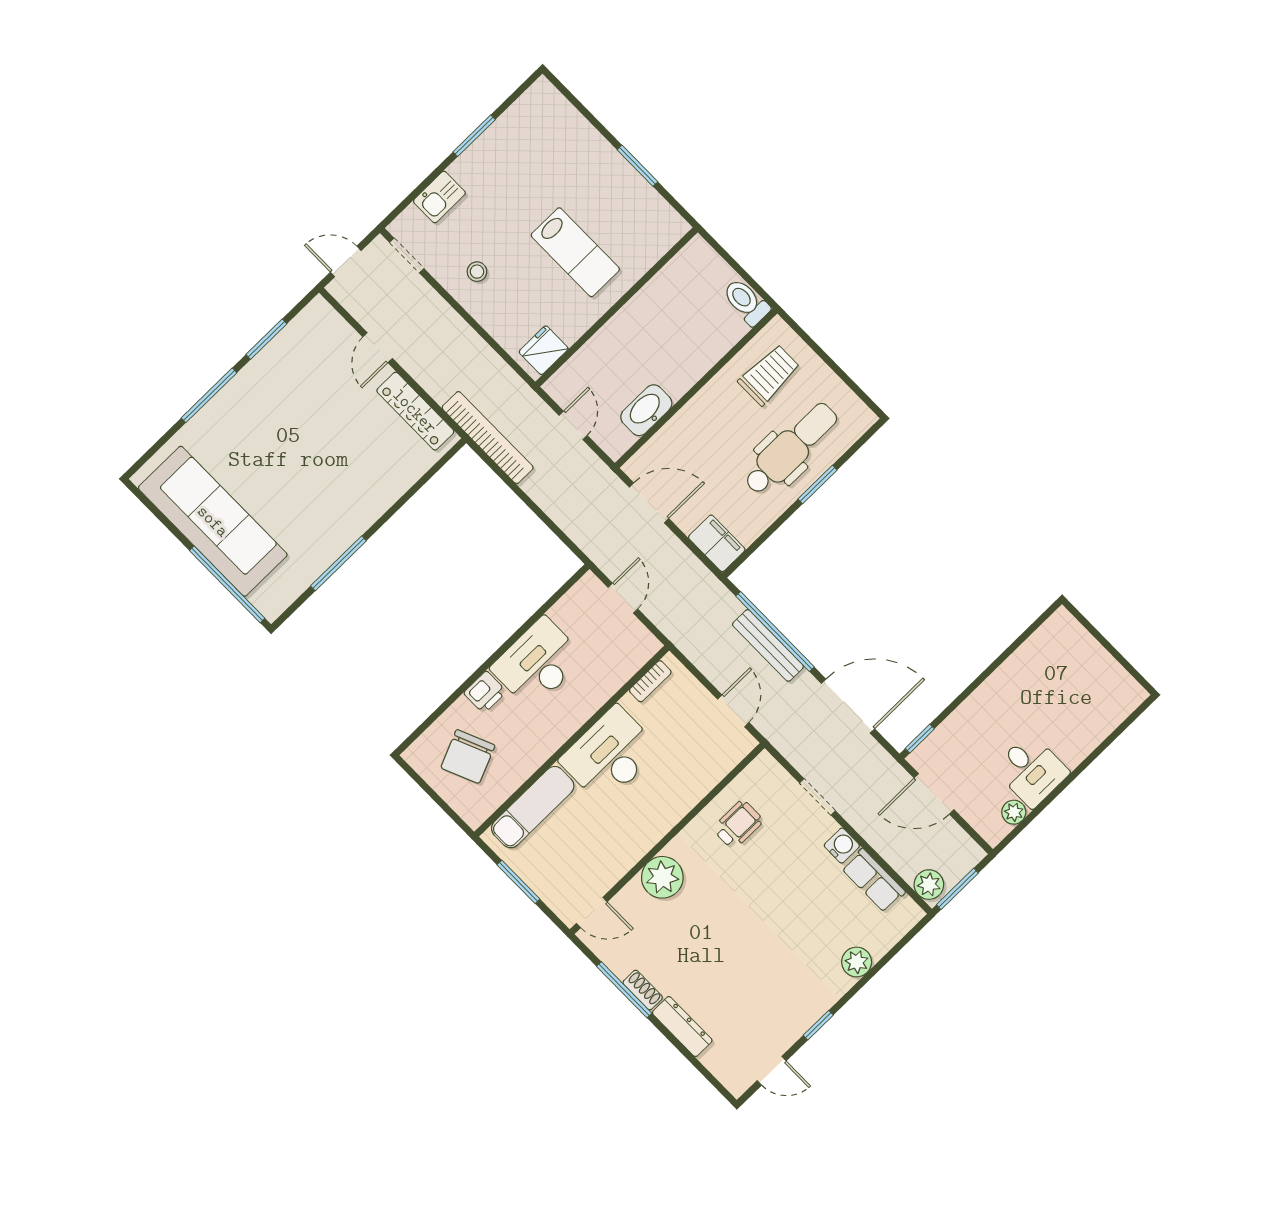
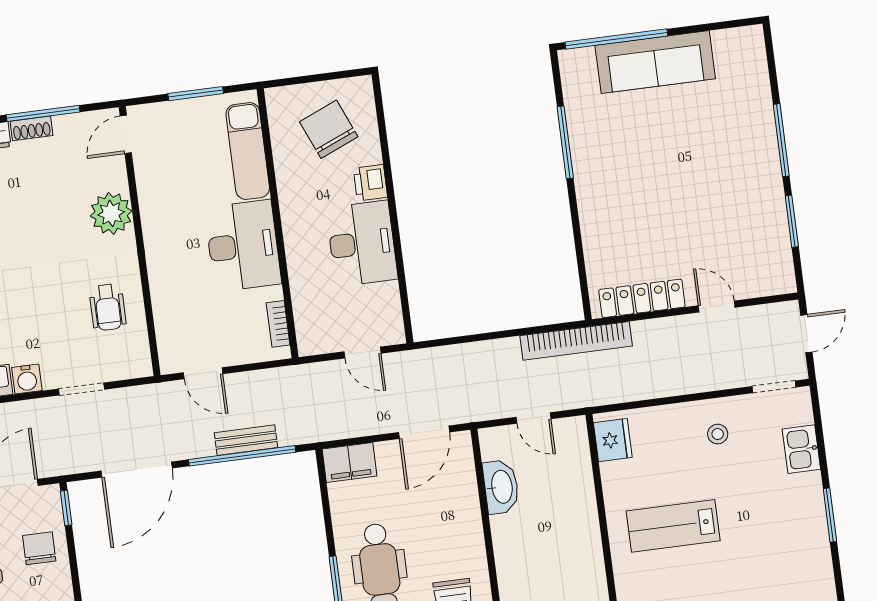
sofa: (213, 521) -> (655, 62), width x0.74, depth x0.79
bench: (768, 645) -> (246, 440), width x0.73
chair: (967, 736) -> (39, 548), added

